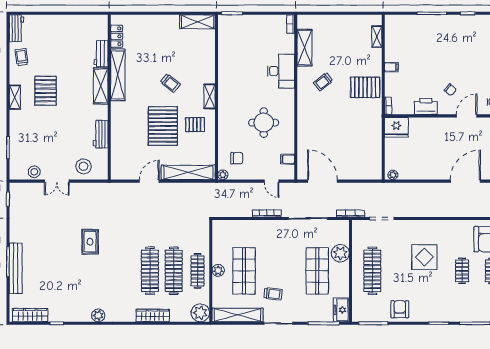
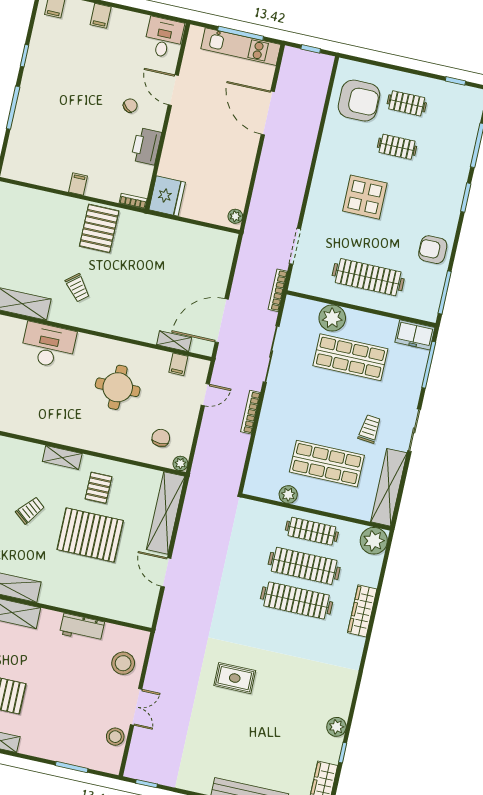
shelving: (377, 37) -> (174, 341), moved
plant: (218, 270) -> (288, 495), moved
plant: (98, 315) -> (336, 727), moved

